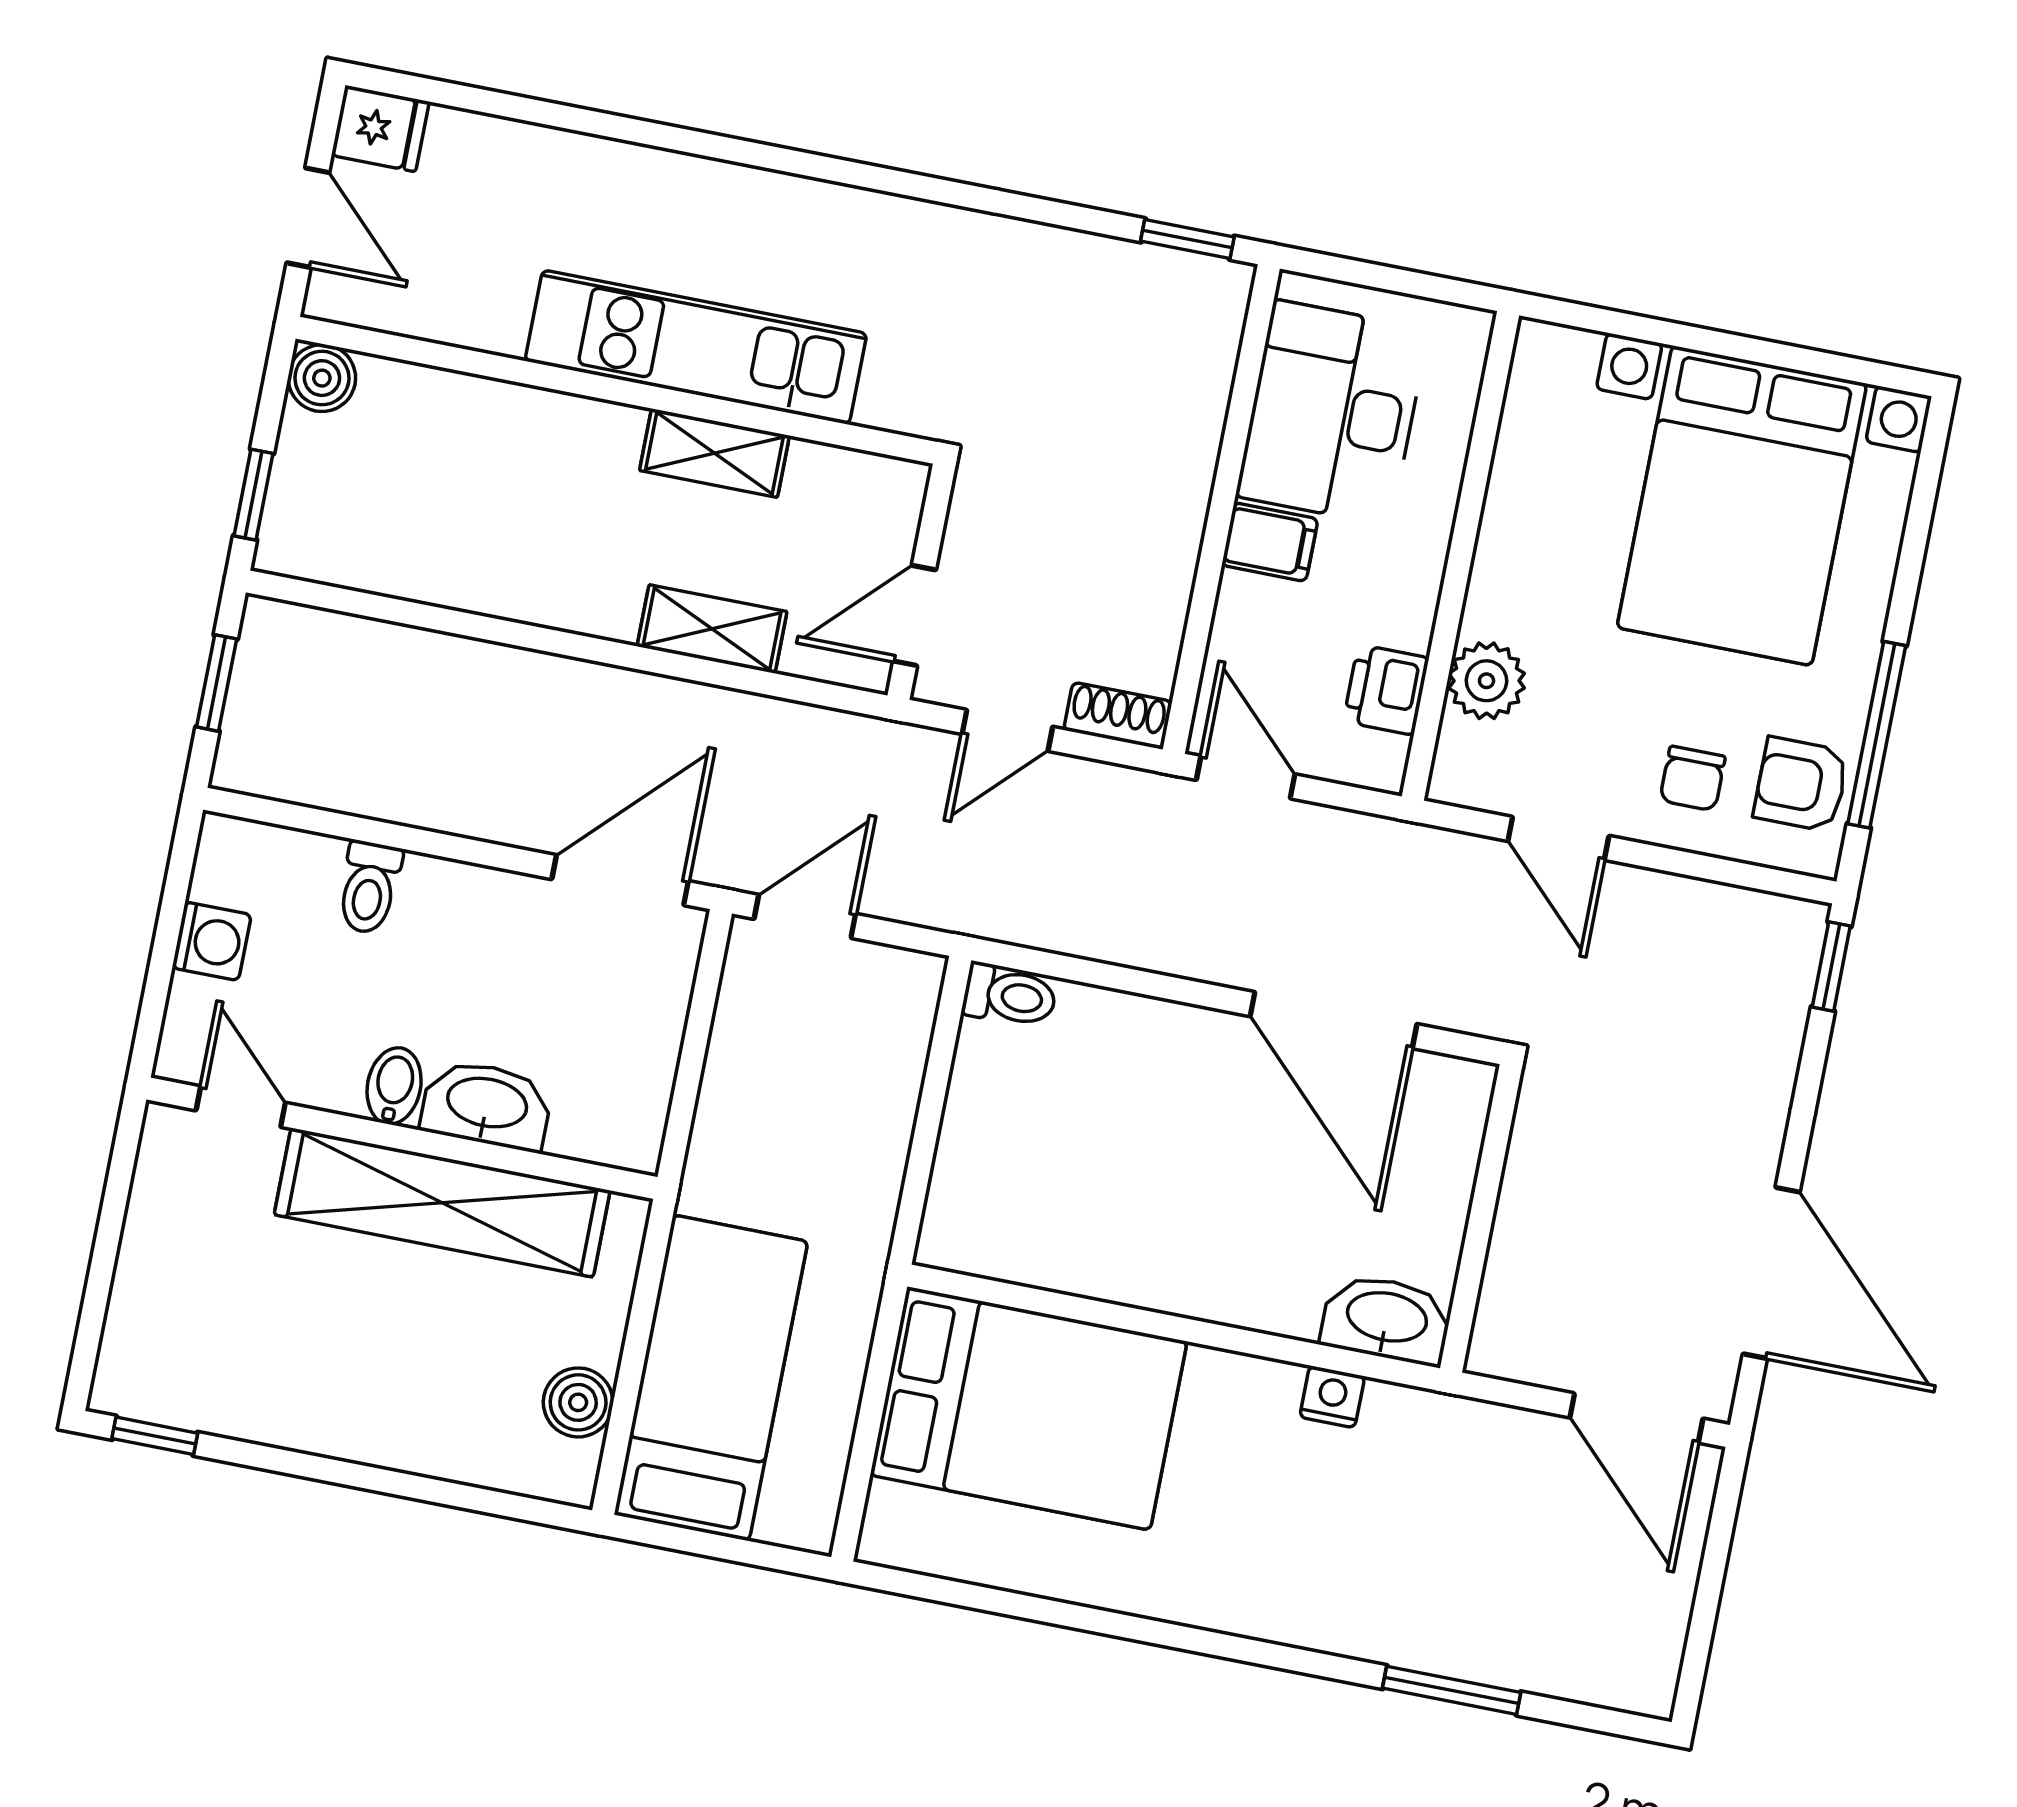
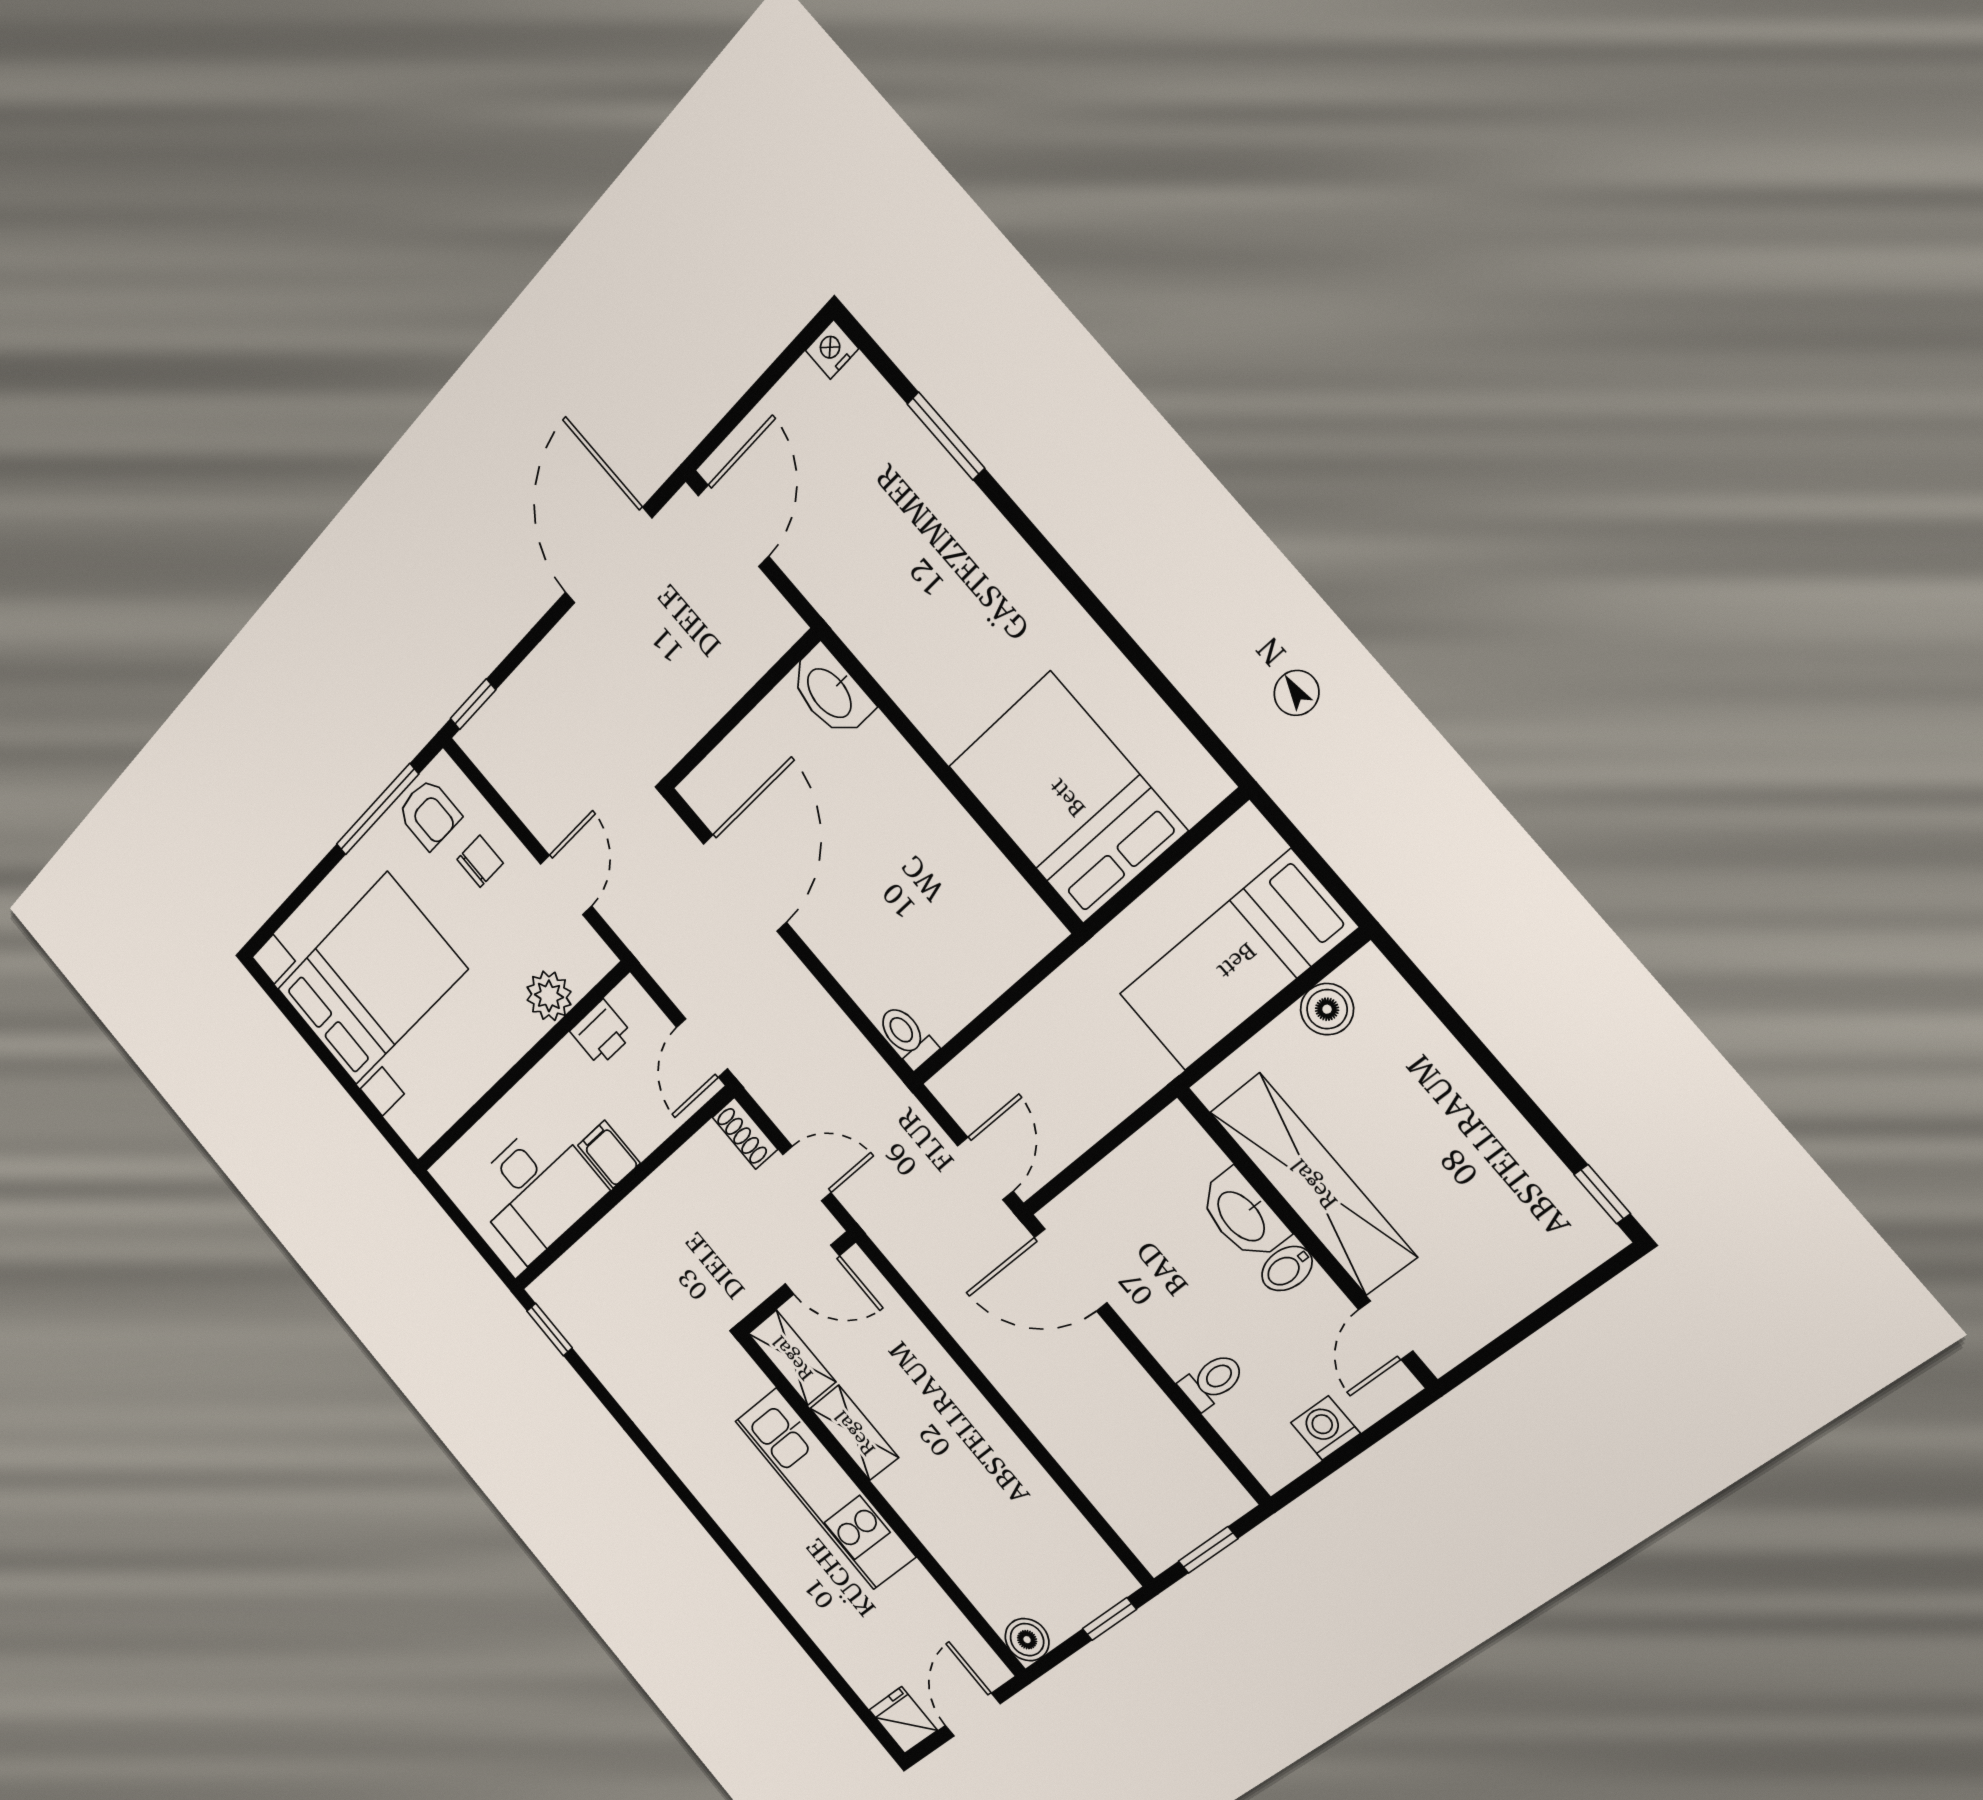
shelving: (712, 629) -> (792, 1358), moved
door: (805, 916) -> (985, 1168), swing flipped
nightstand: (1332, 1397) -> (832, 350), moved, turned 90

